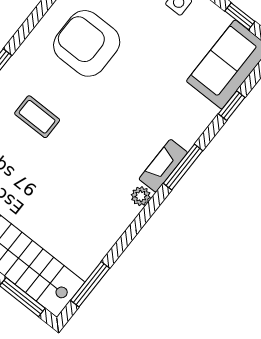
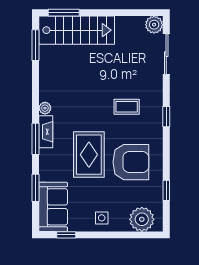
rug: (132, 94) -> (89, 155), added
window: (232, 106) -> (35, 188), width x1.50

